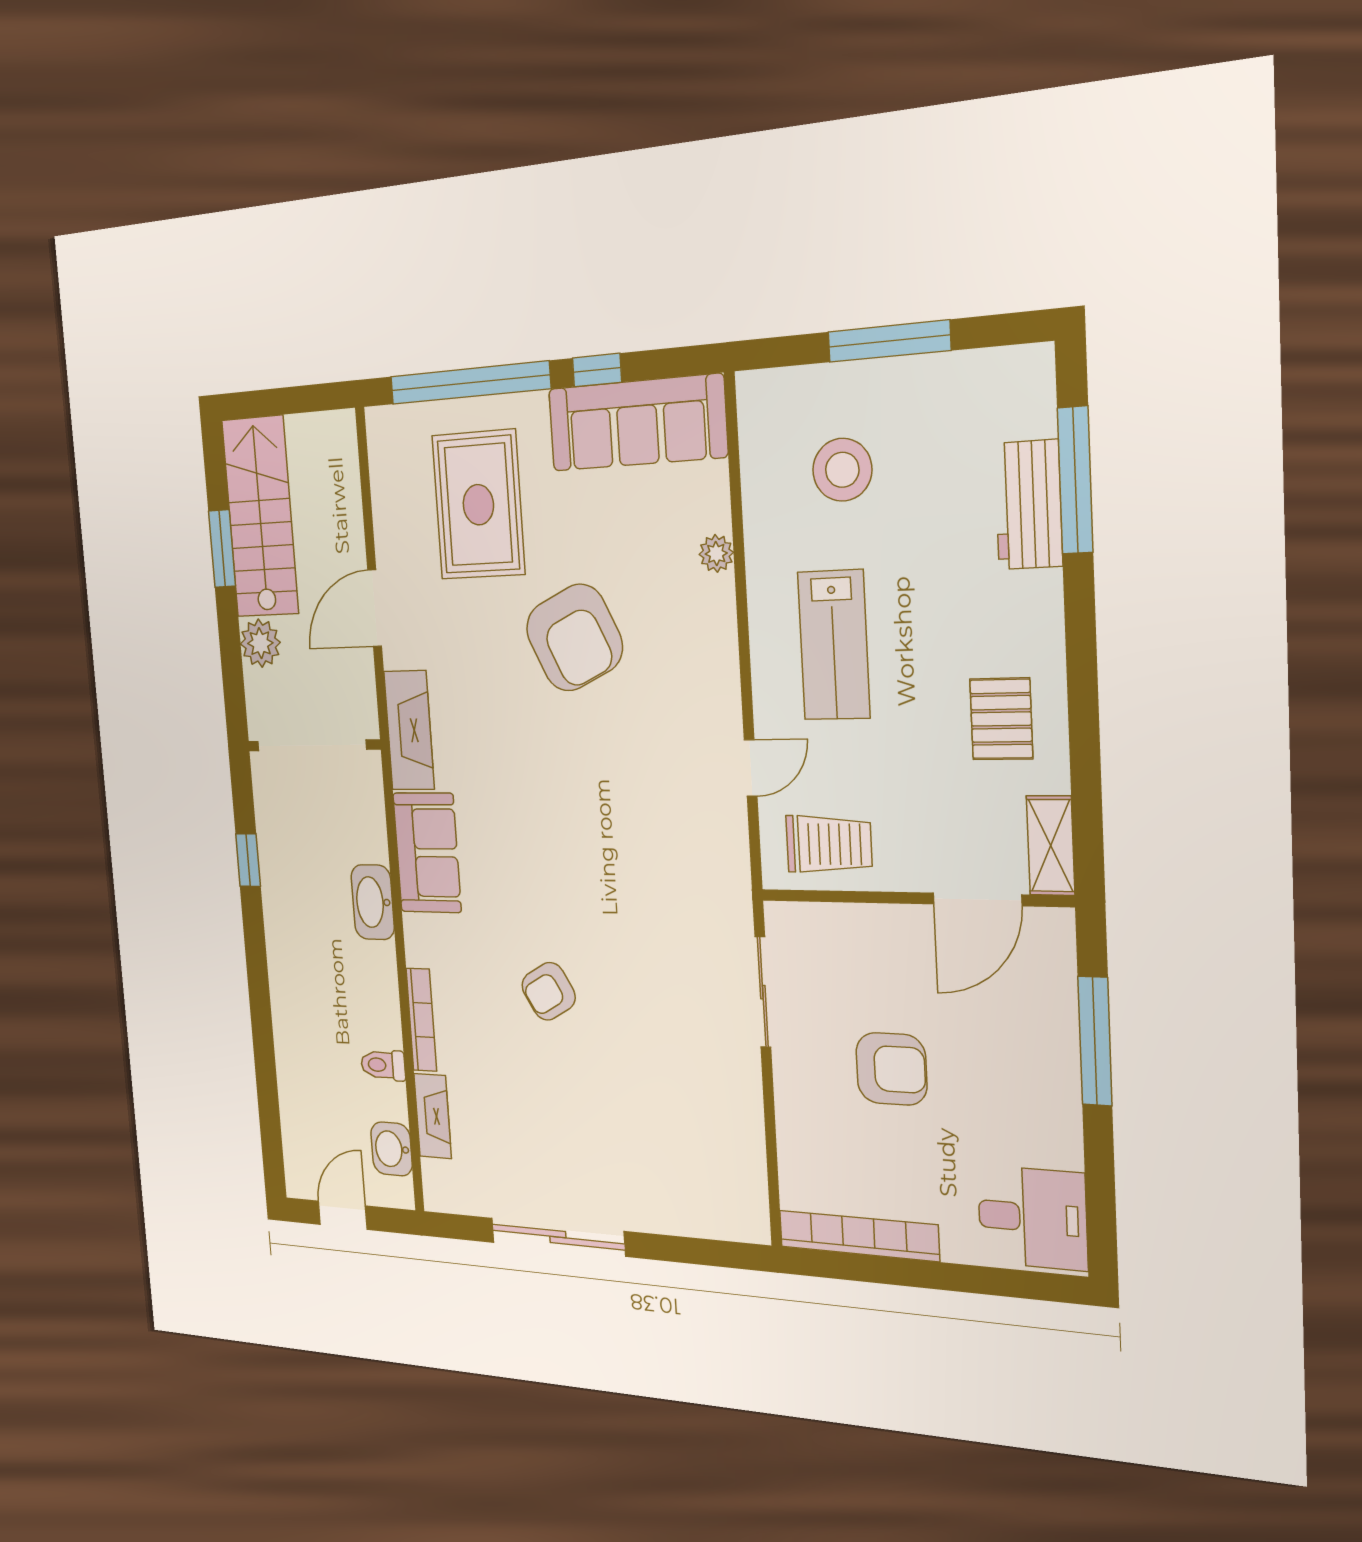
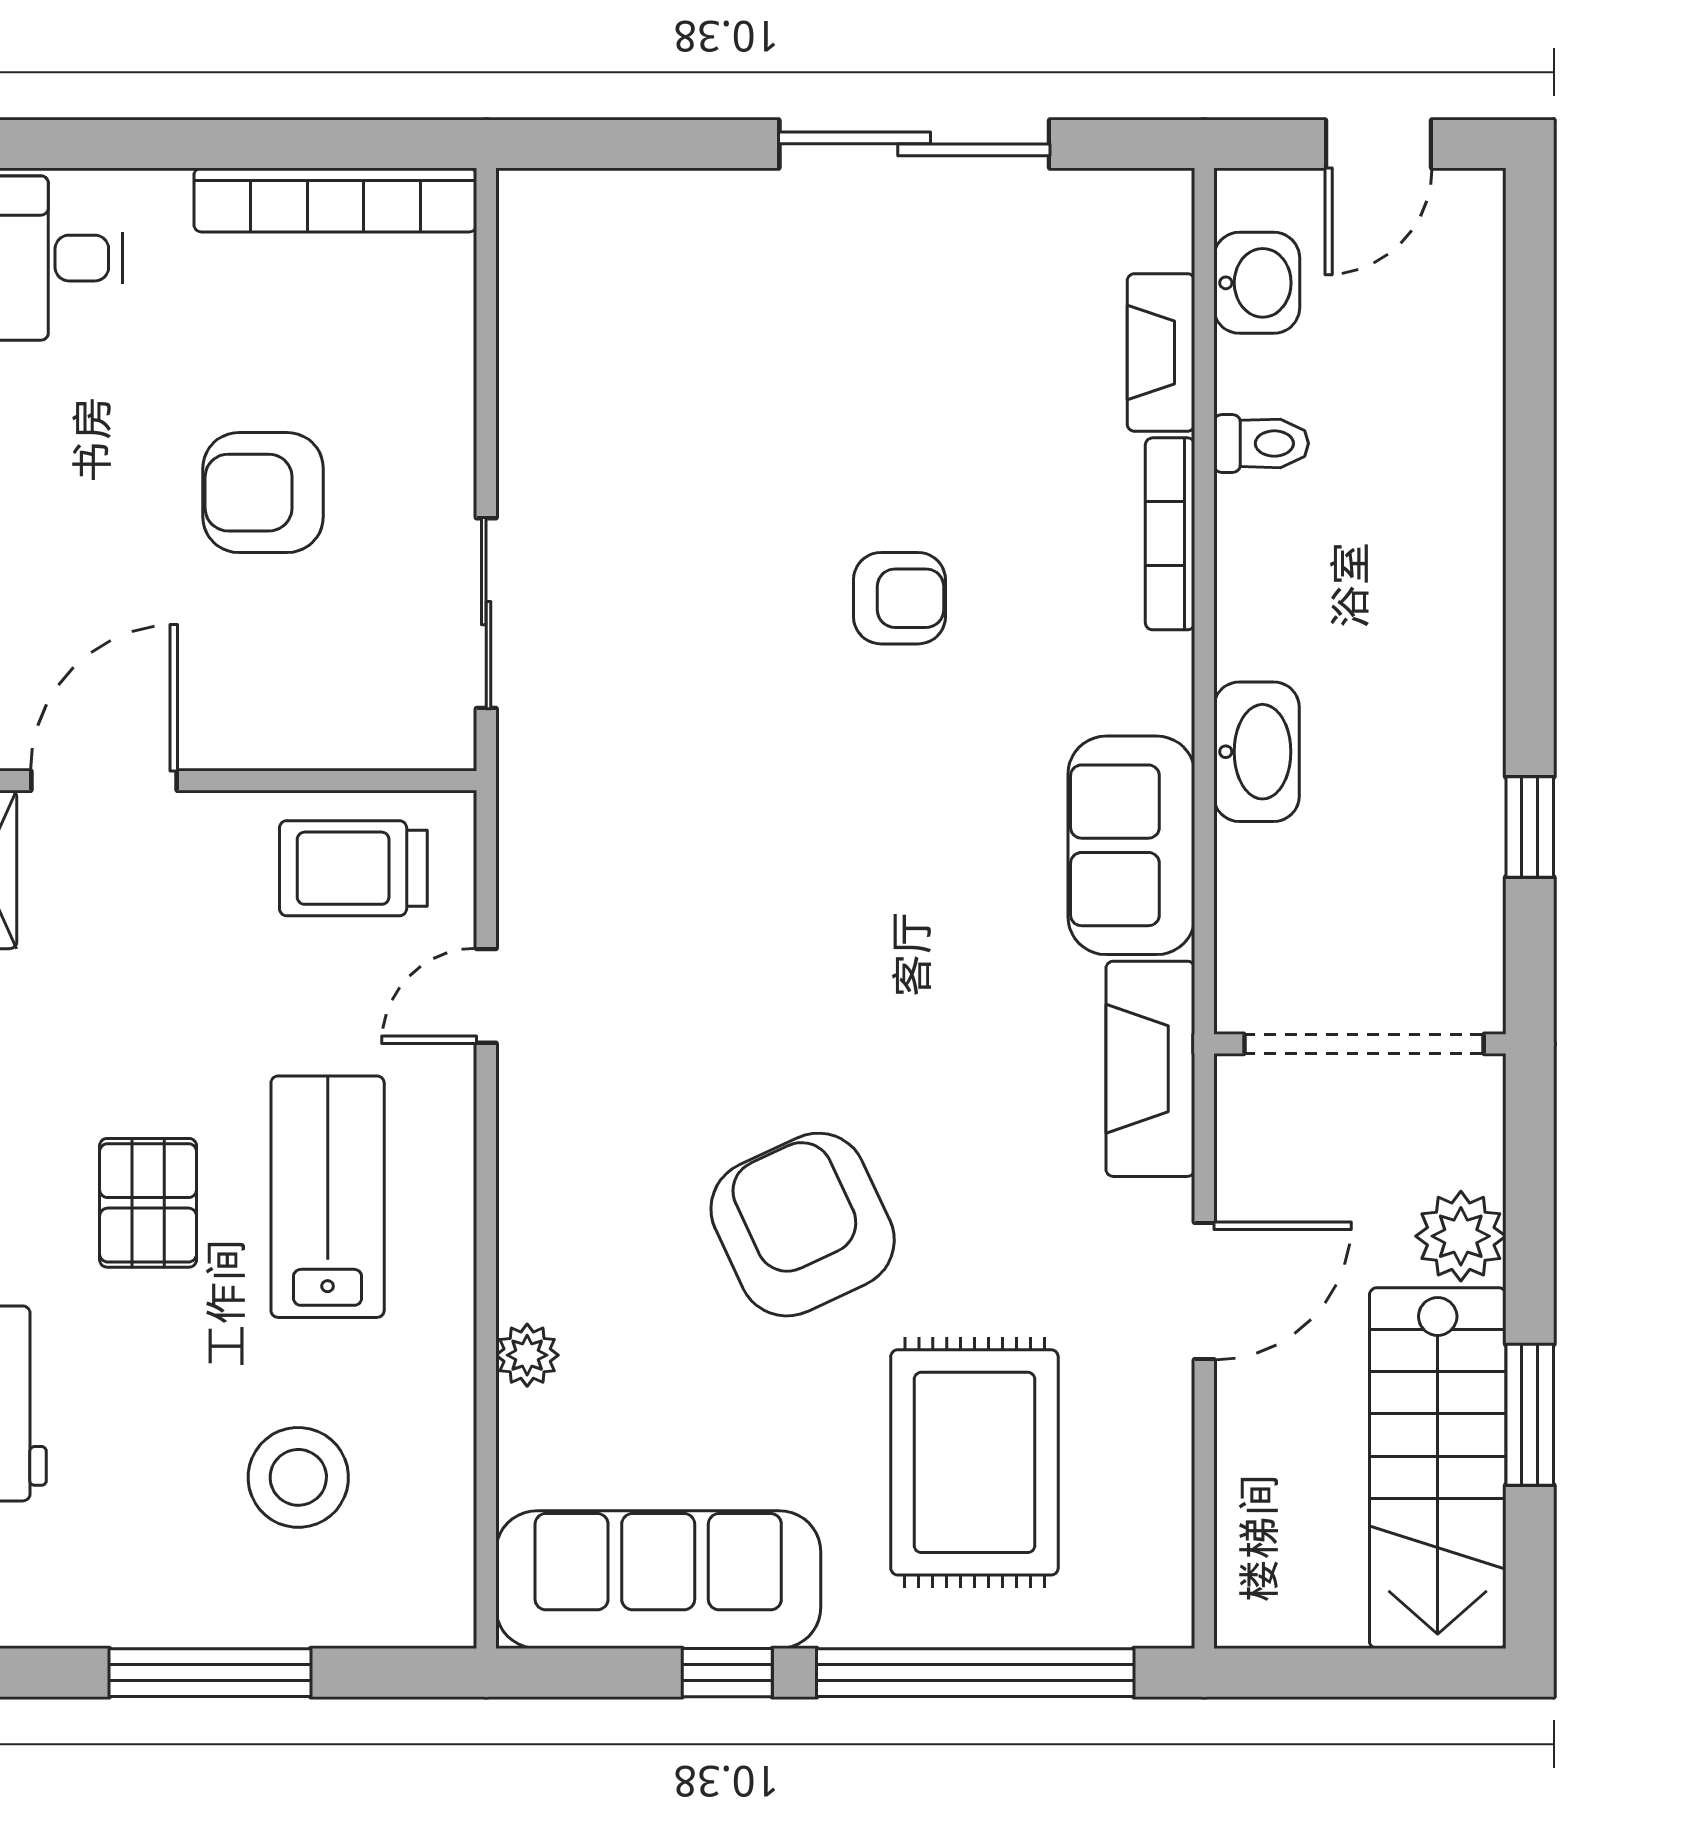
pallet: (1001, 719) -> (148, 1203), moved
armchair: (549, 991) -> (899, 598), turned 30

